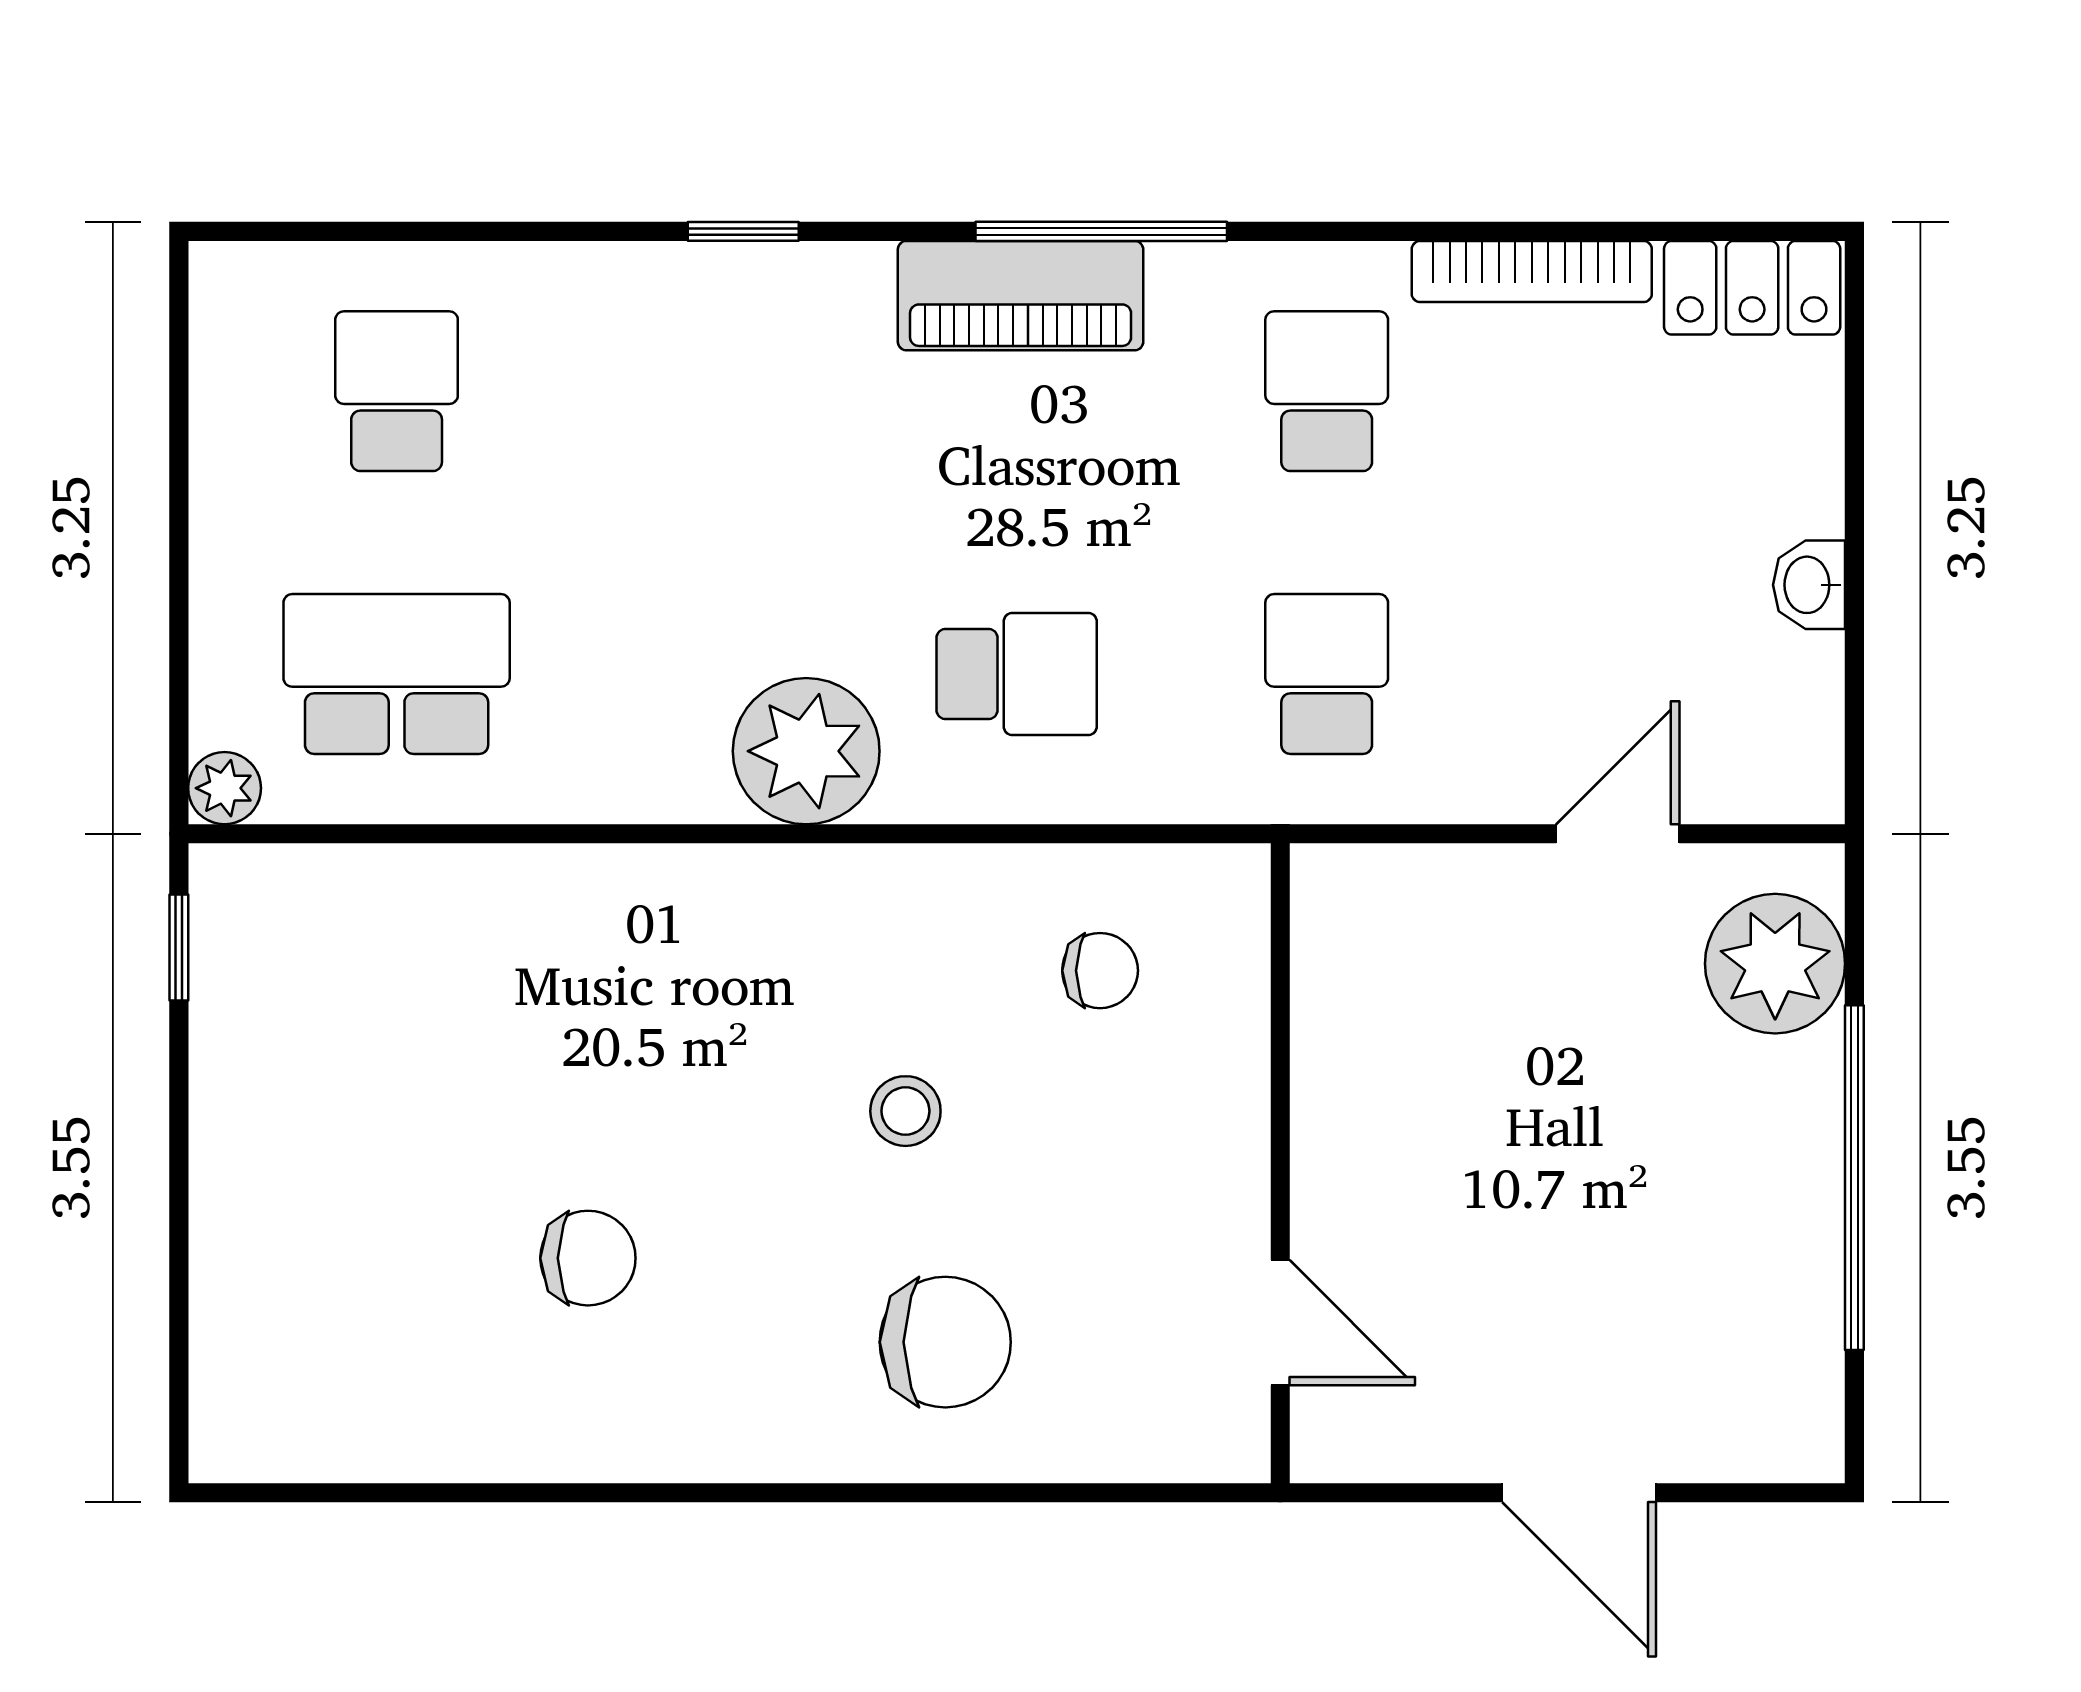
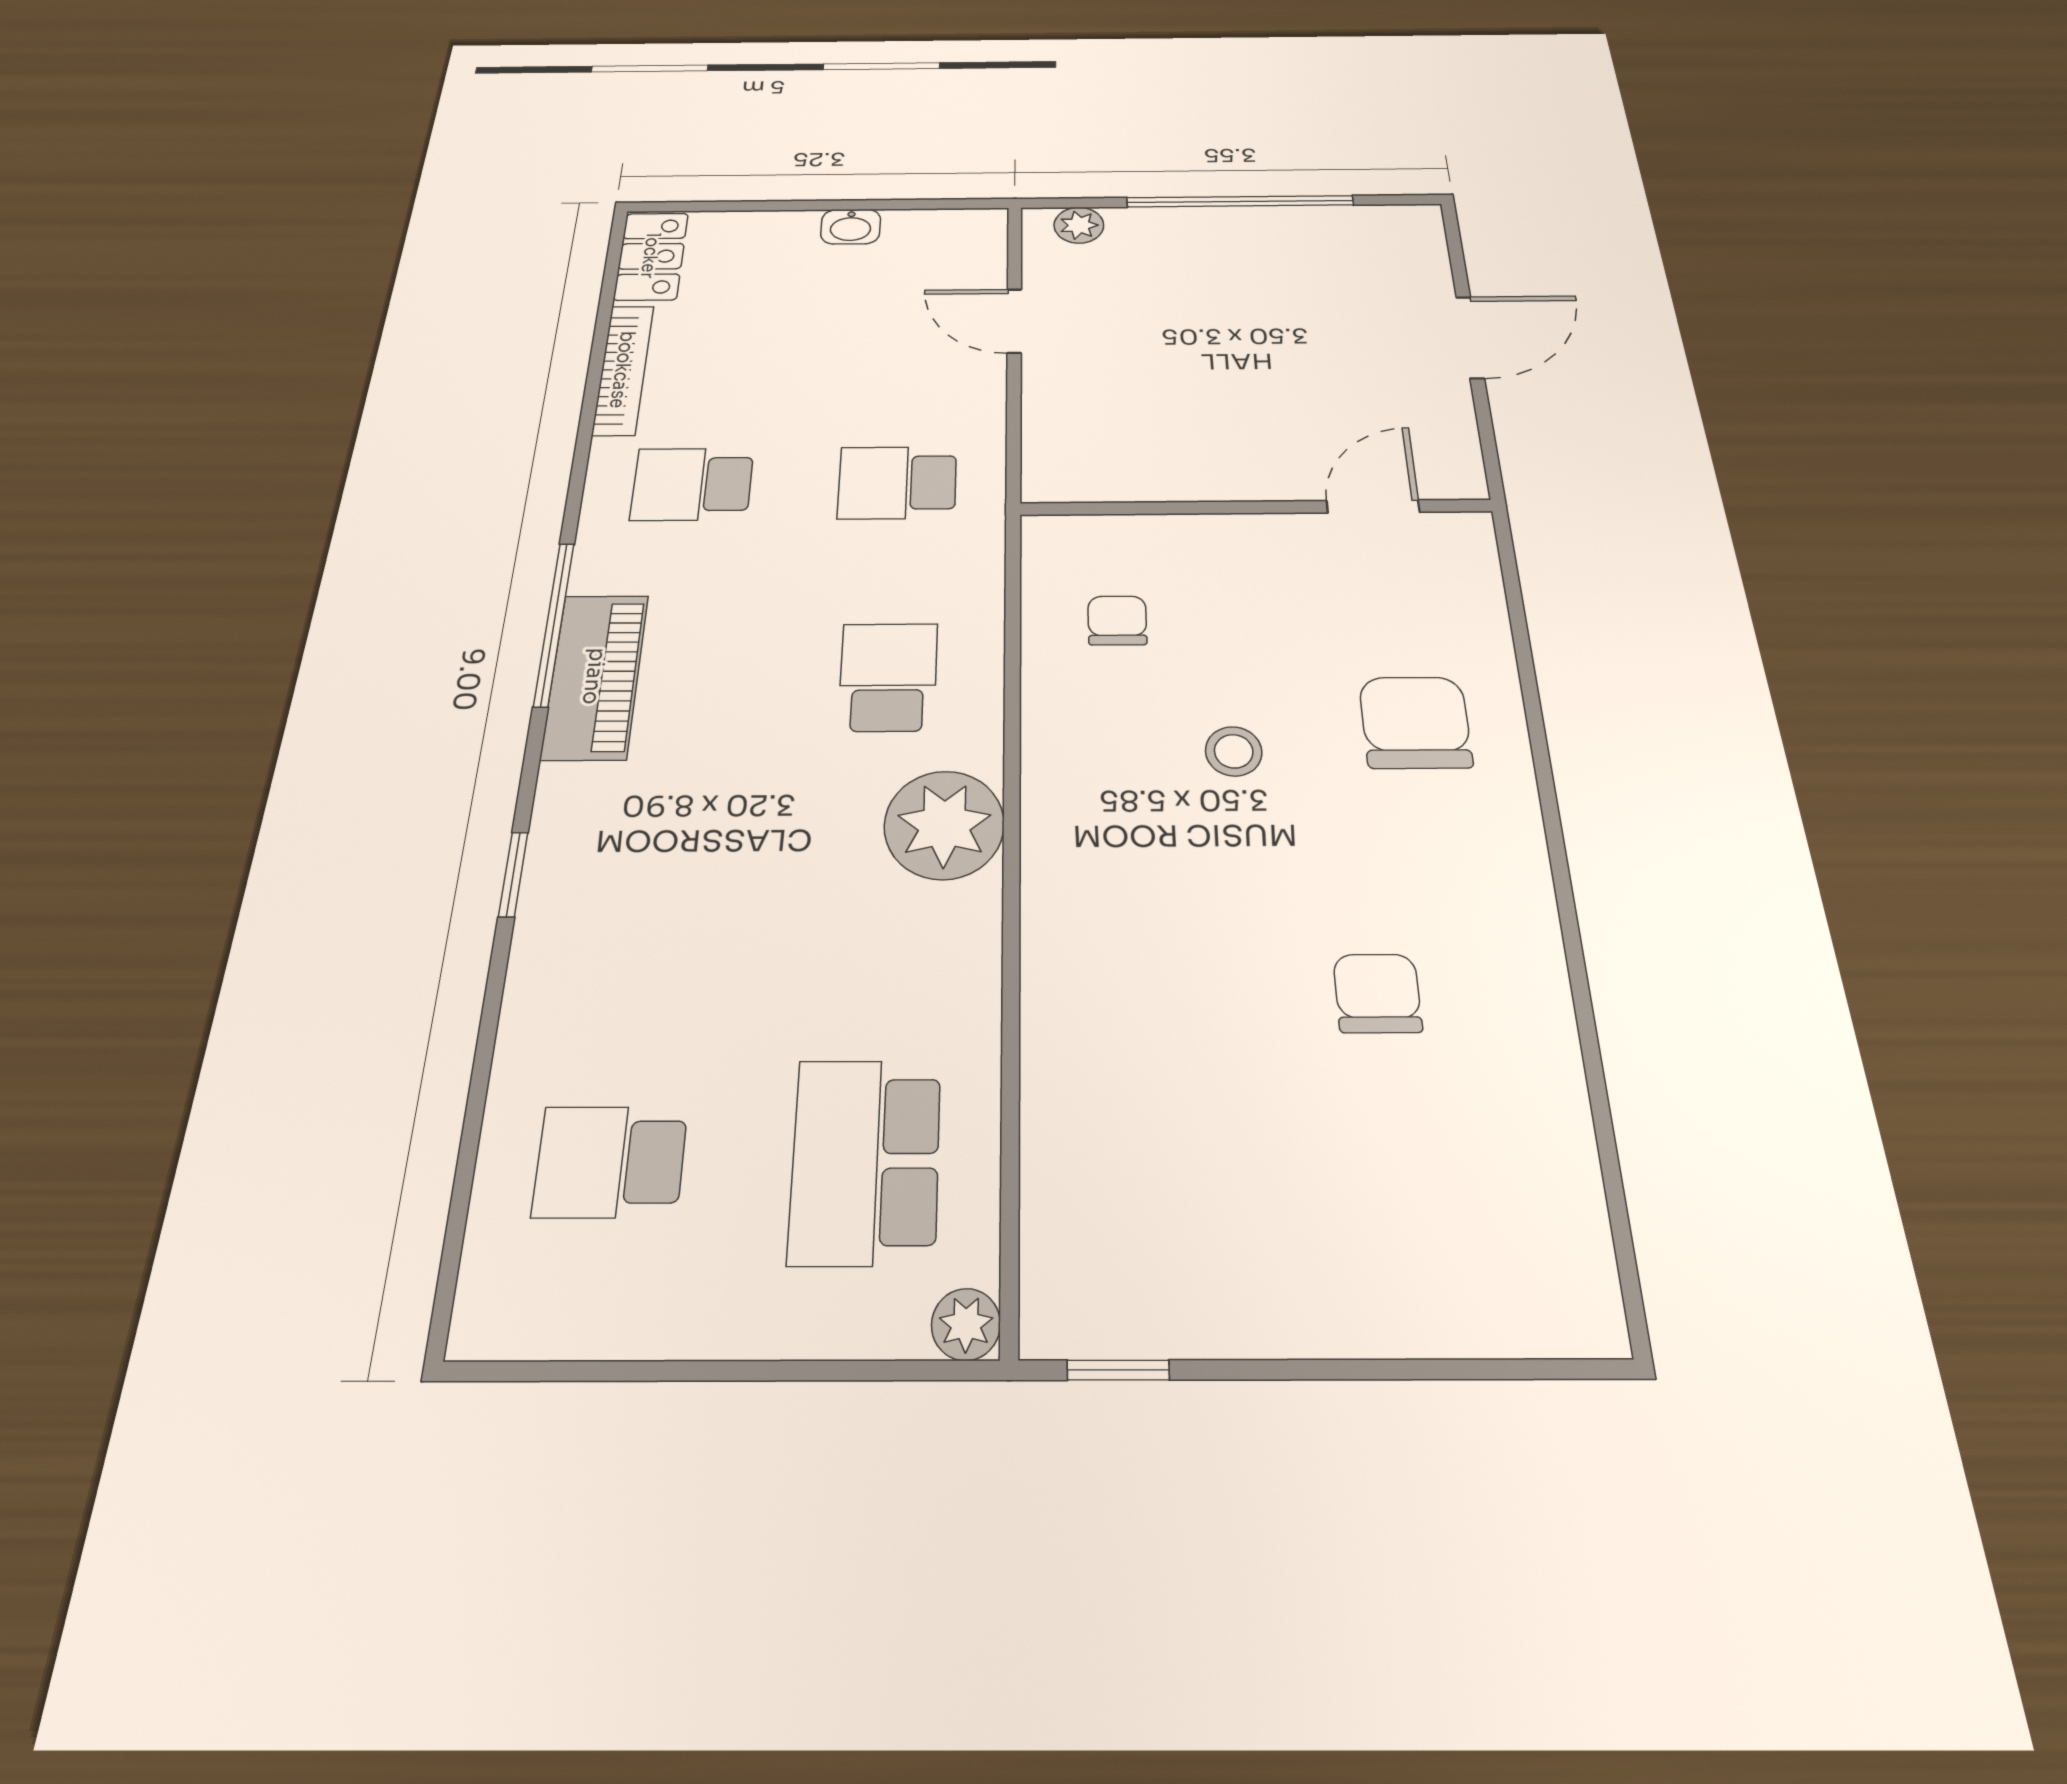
plant: (1775, 964) -> (1079, 225), width x0.53, depth x0.53

